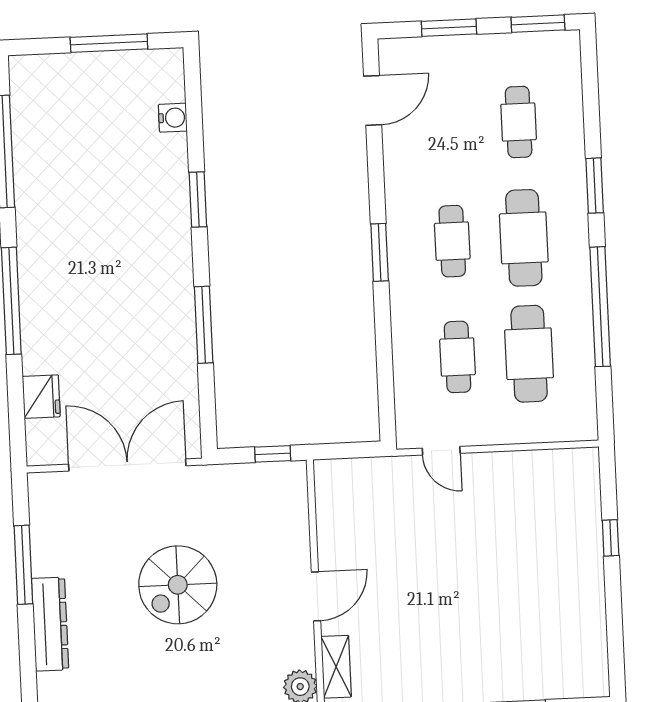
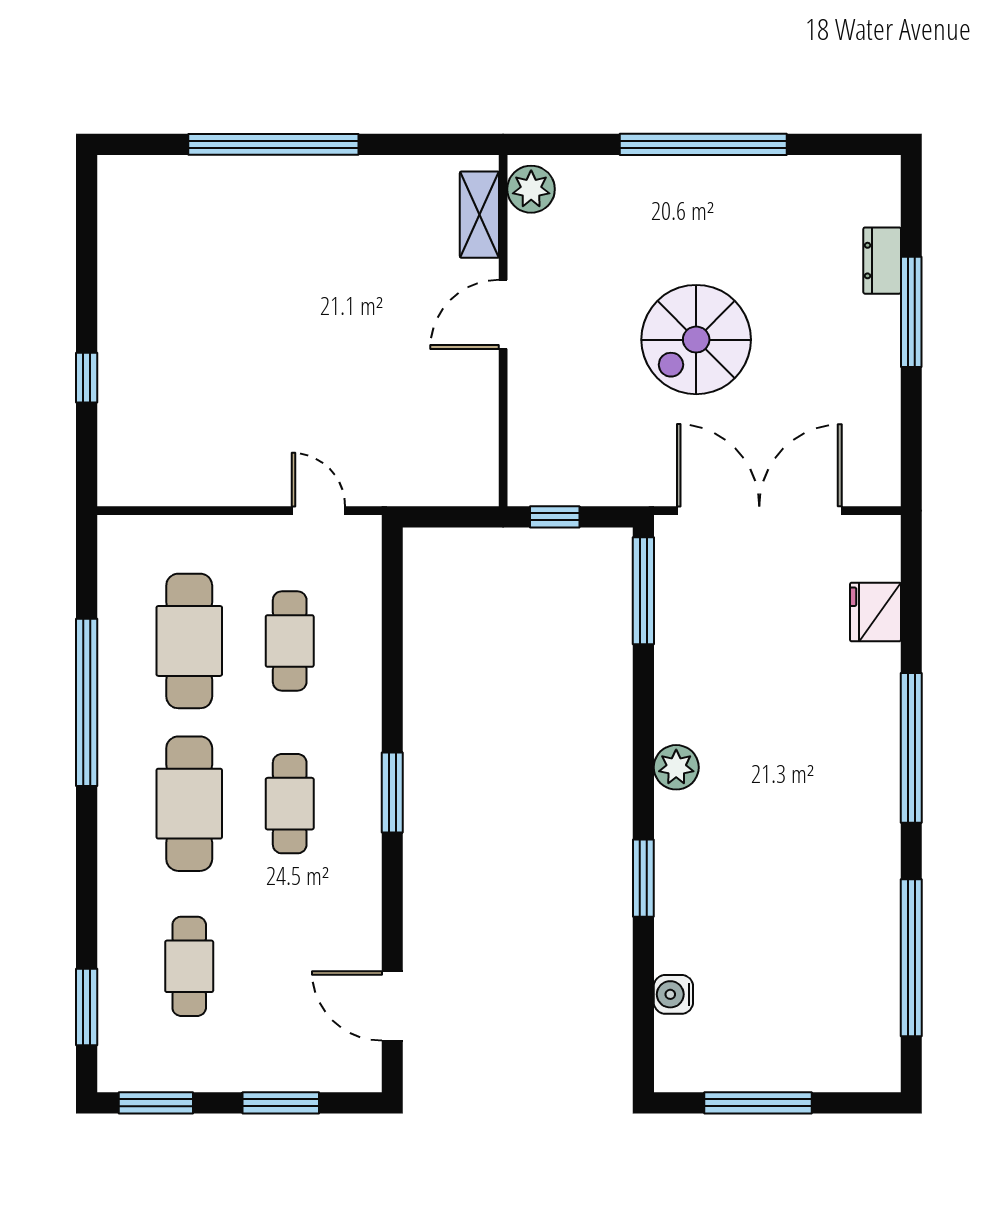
door: (373, 100) -> (392, 1006), hinge flipped
window: (595, 186) -> (87, 1007), moved
plant: (178, 280) -> (676, 767), added
window: (204, 325) -> (643, 591), moved
double door: (127, 465) -> (759, 511), swing flipped
window: (23, 565) -> (911, 312), moved
spiral stairs: (178, 585) -> (696, 340), turned 180
dresser: (50, 624) -> (882, 261), width x0.51, depth x0.80

